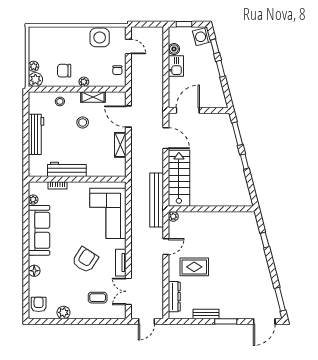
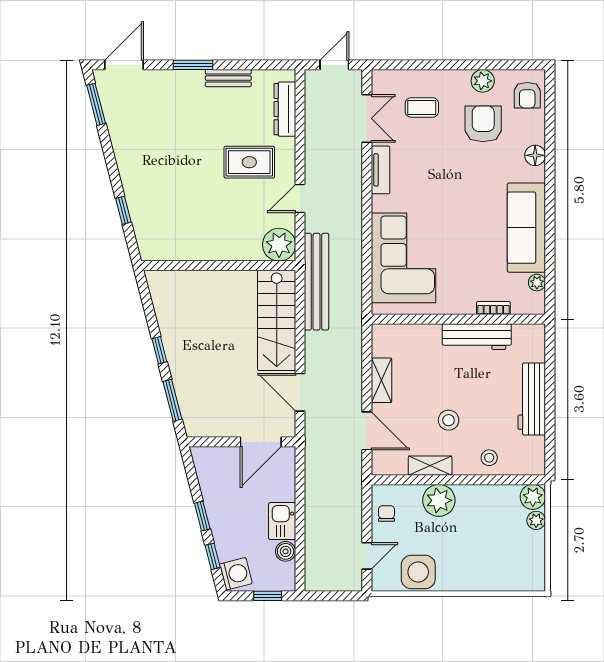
door: (128, 47) -> (367, 556), swing flipped
chair: (64, 71) -> (482, 513), removed
plant: (84, 82) -> (439, 500), width x1.88, depth x1.88
plant: (173, 216) -> (279, 245), width x1.88, depth x1.88
armchair: (85, 260) -> (483, 124), moved, turned 147

